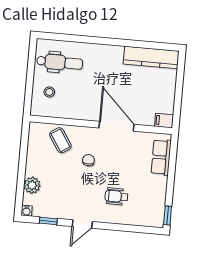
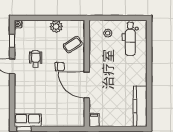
door: (116, 126) -> (87, 85), swing flipped
row of seats: (161, 157) -> (28, 120), moved
plant: (32, 185) -> (56, 26), moved
wheelchair: (116, 196) -> (36, 59), moved

